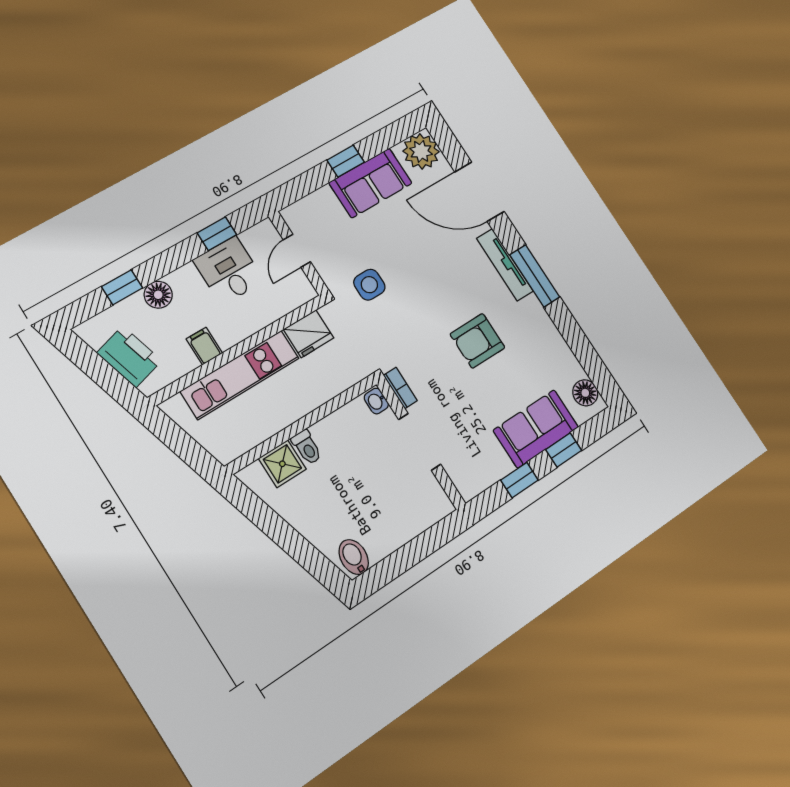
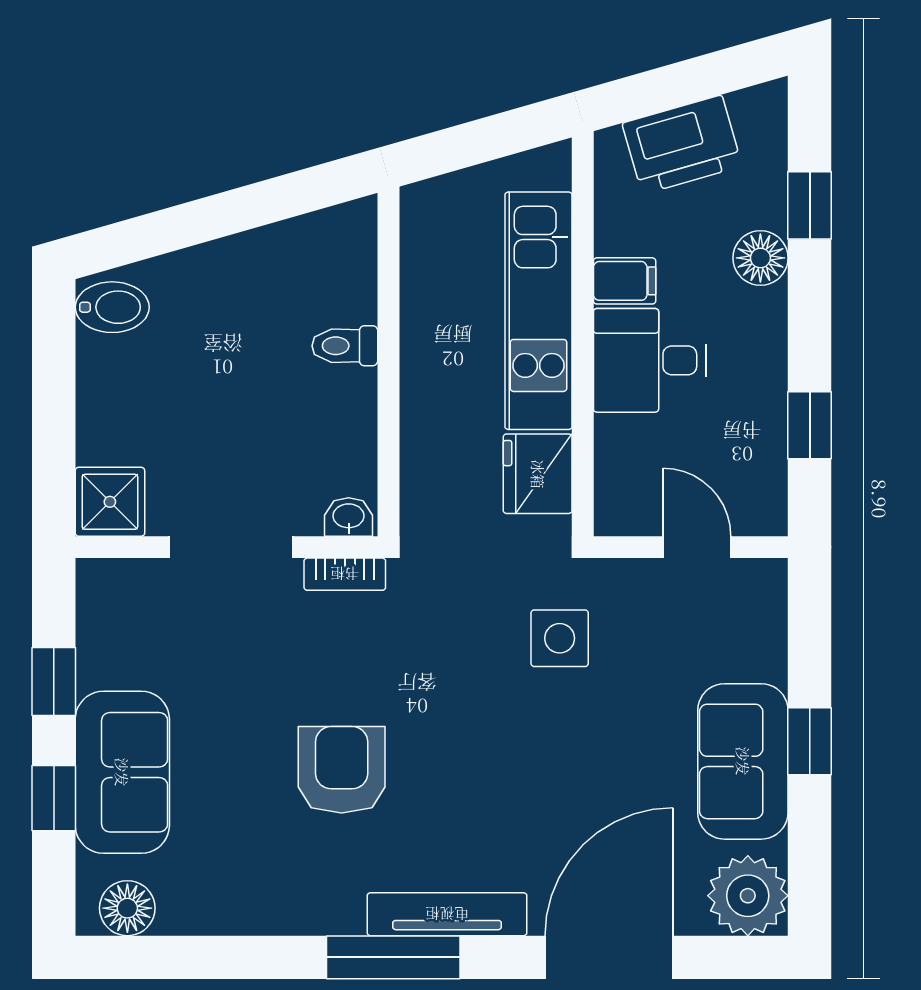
desk: (229, 271) -> (650, 360), moved, turned 180
shower: (282, 464) -> (110, 502), moved

